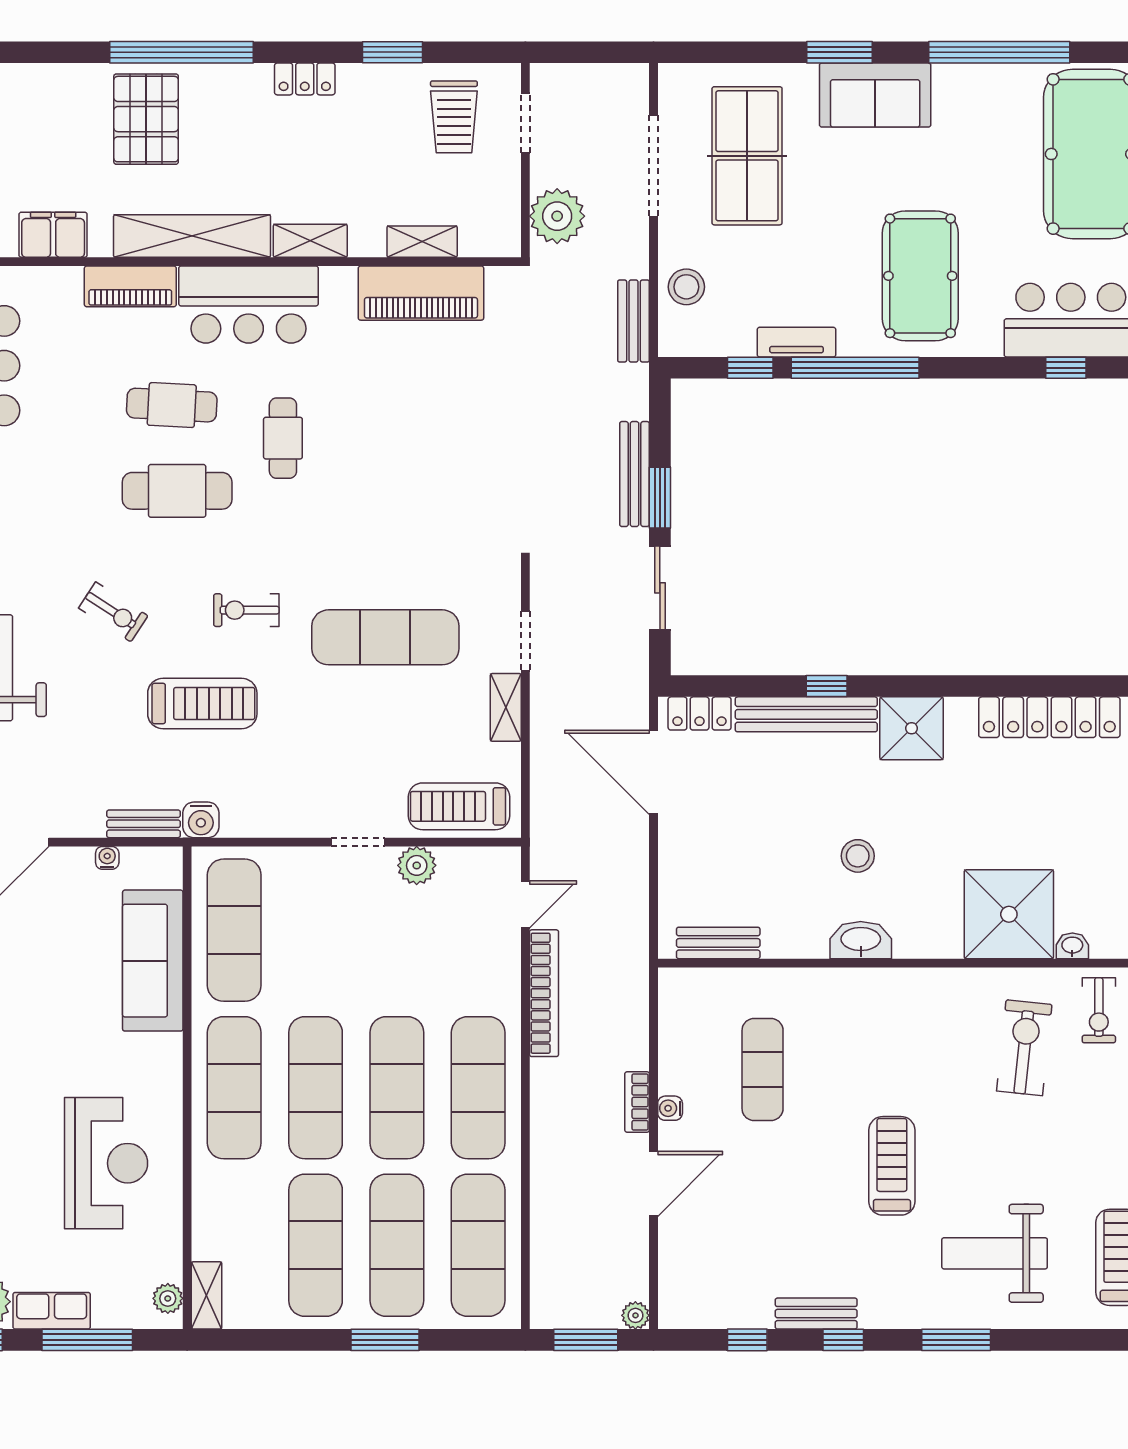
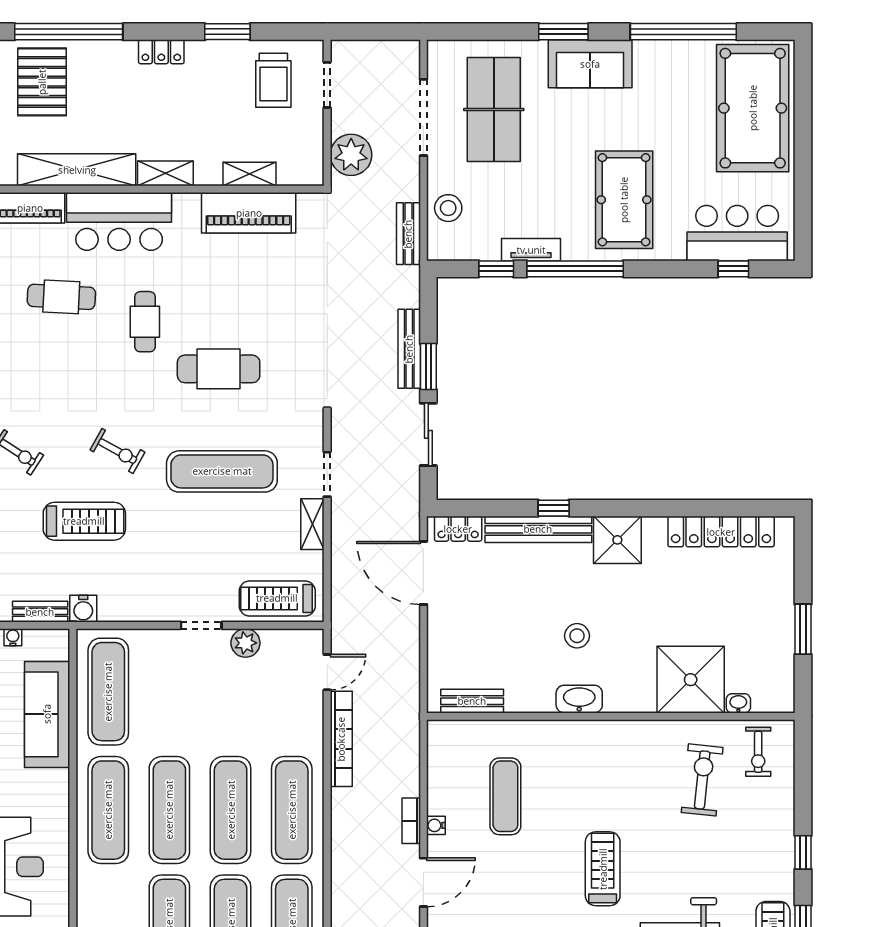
cafe table: (177, 491) -> (219, 369), moved
exercise bike: (246, 610) -> (117, 451), turned -151

